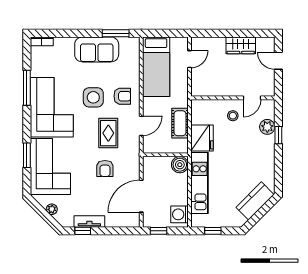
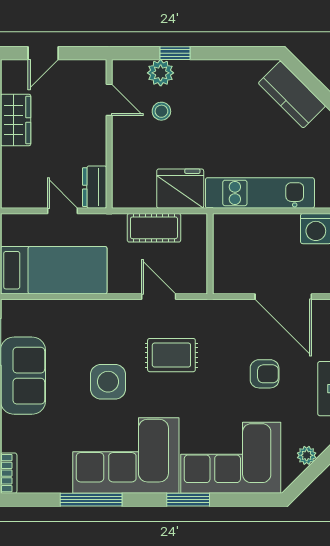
door: (190, 59) -> (63, 211), moved
dresser: (203, 90) -> (95, 187), added
armchair: (122, 96) -> (106, 330), removed
stool: (233, 116) -> (161, 111), moved
window: (27, 155) -> (188, 500), moved
boiler: (180, 165) -> (228, 228), removed
armchair: (105, 169) -> (265, 374), moved

